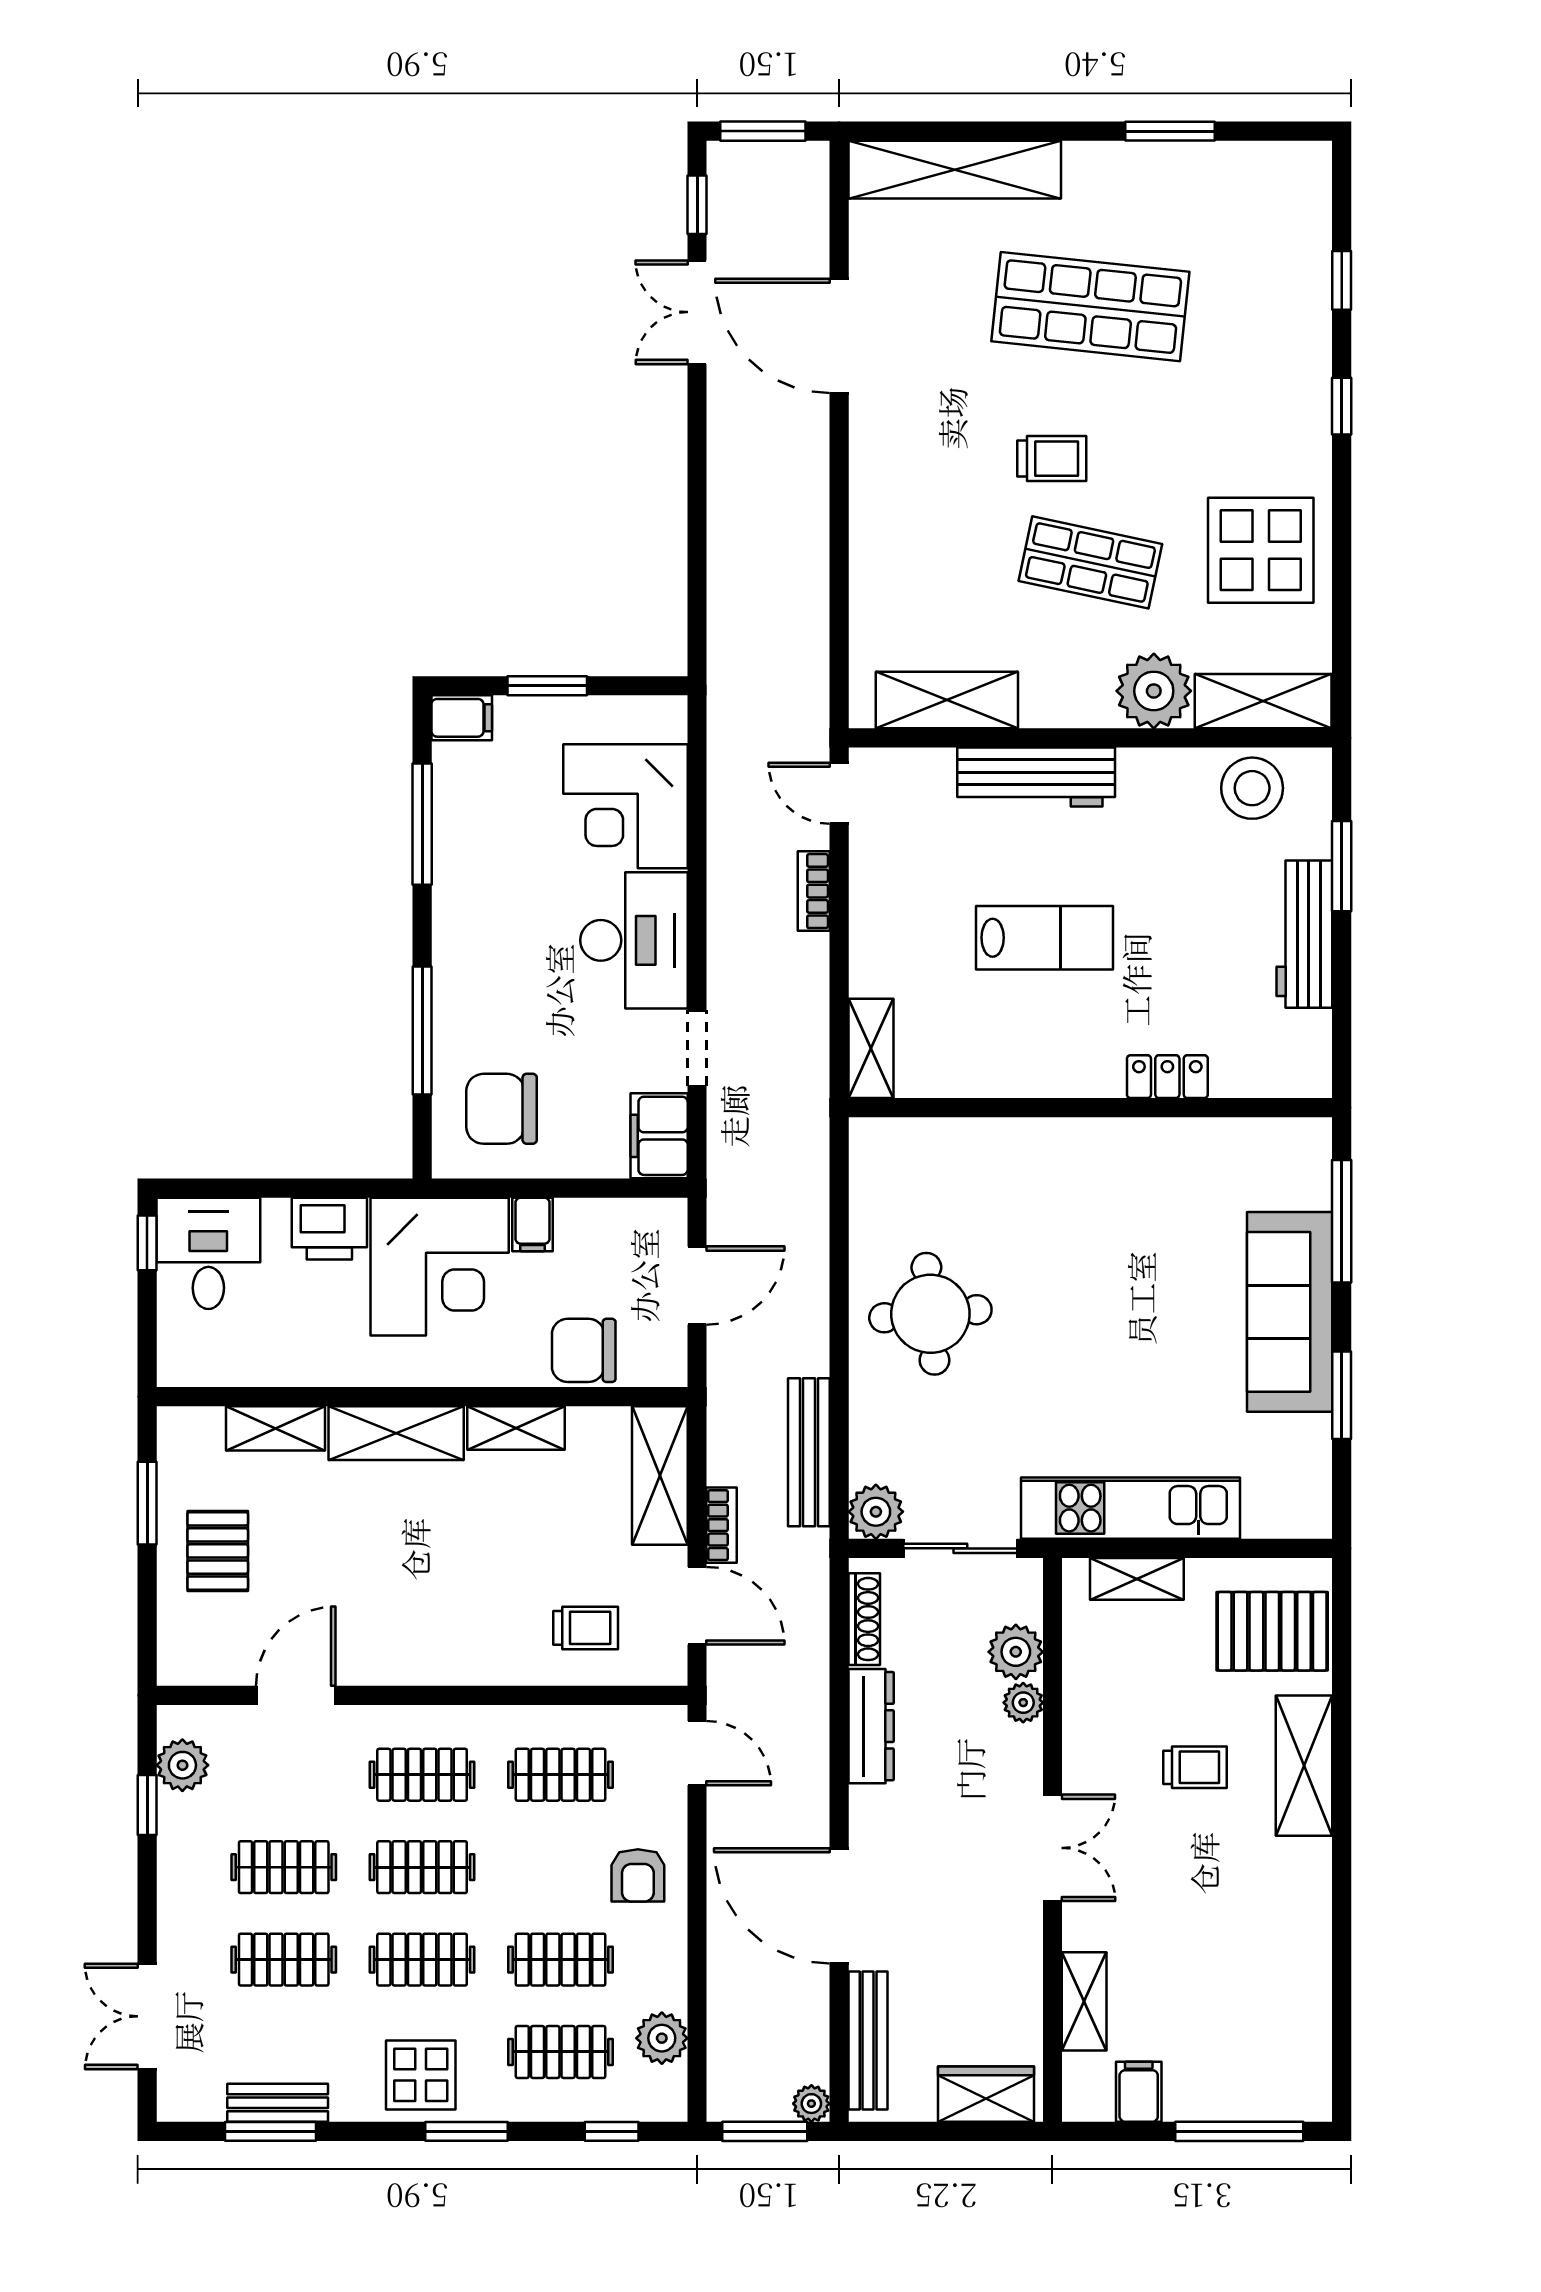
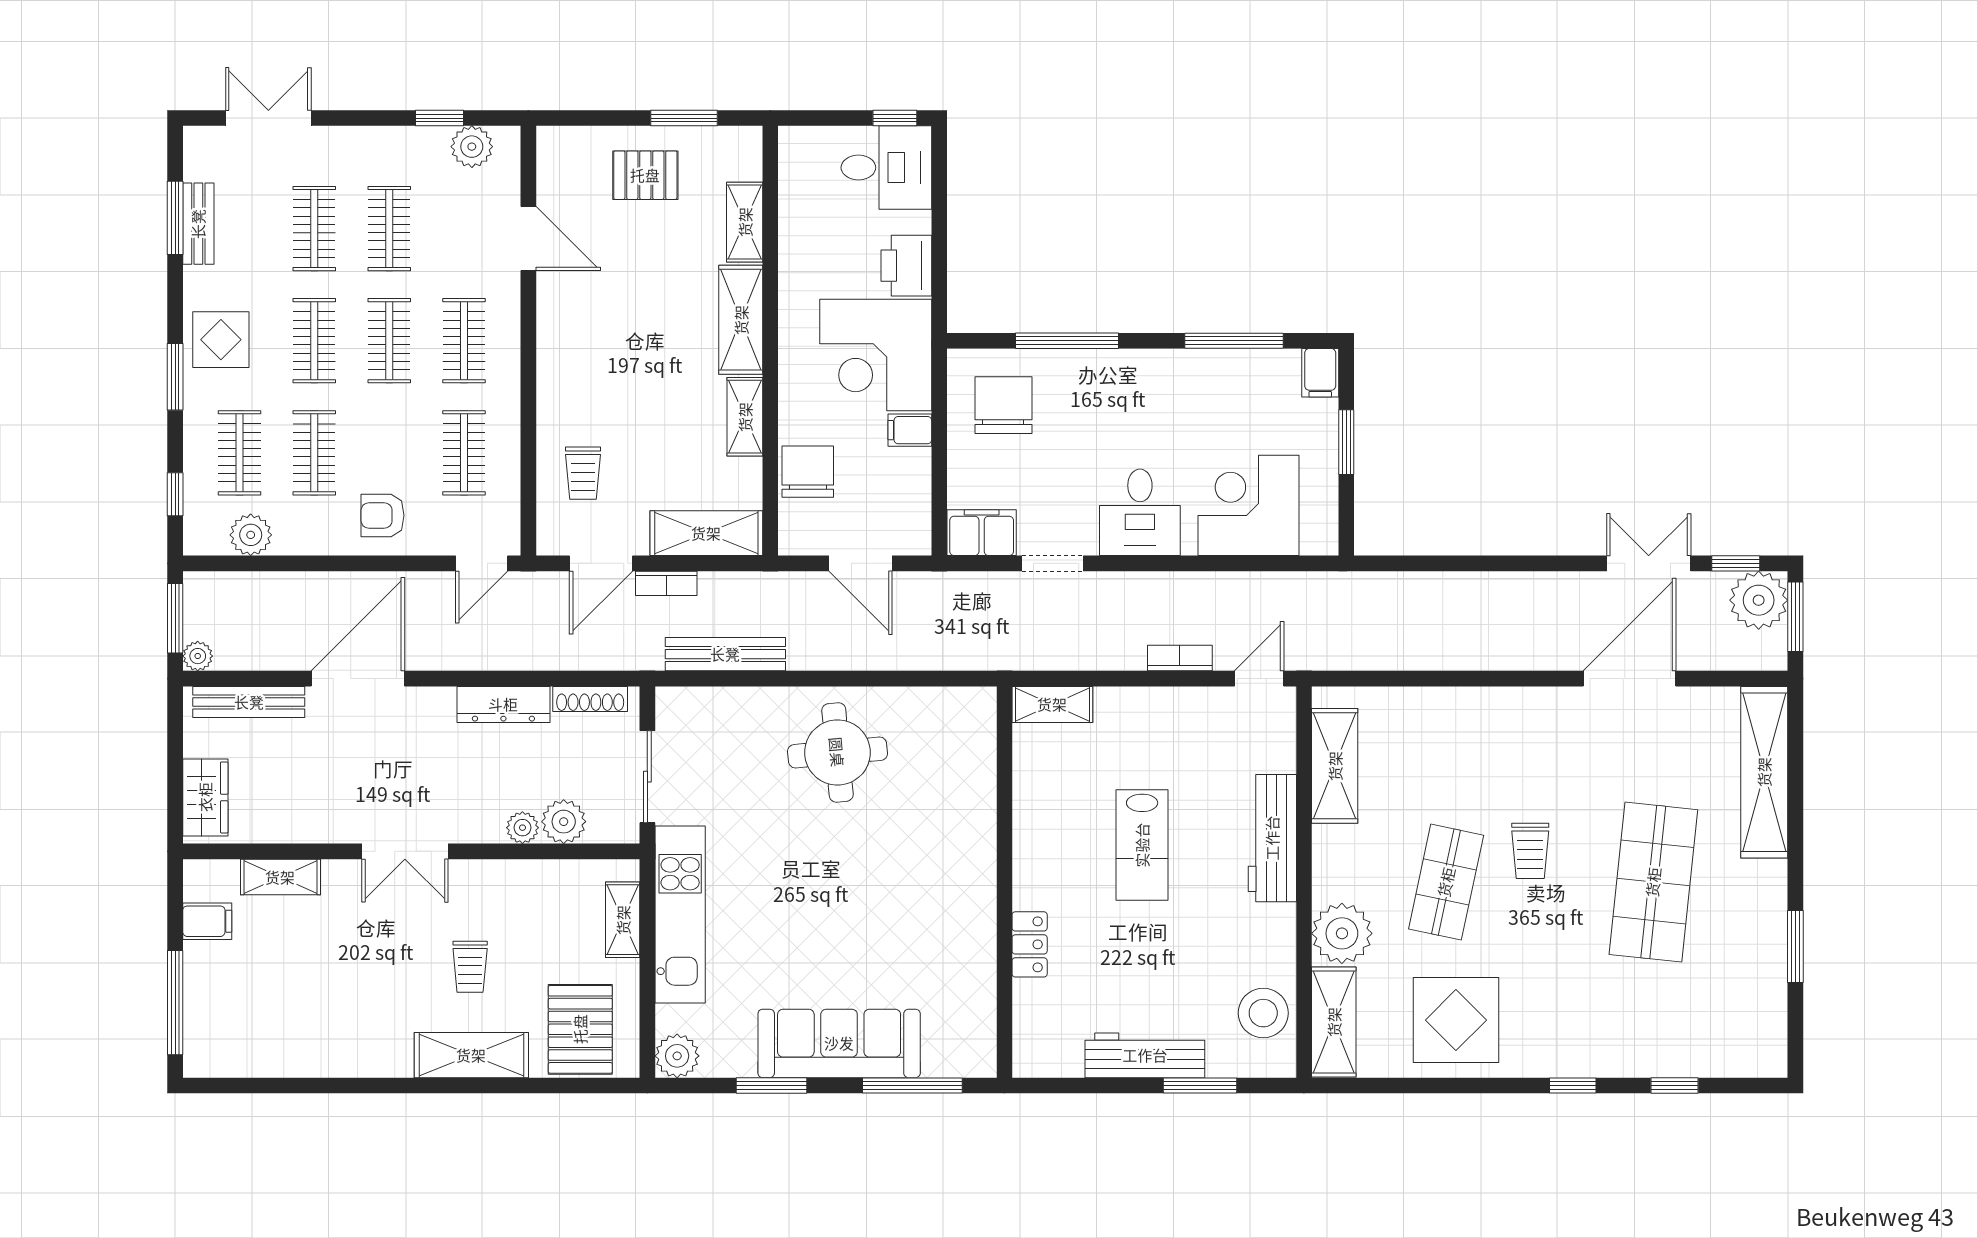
plant: (742, 177) -> (1759, 600), added
desk: (634, 940) -> (1140, 512), width x0.73
plant: (876, 1512) -> (677, 1056), moved

